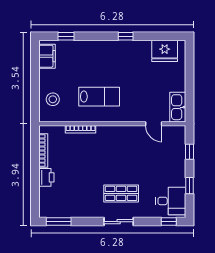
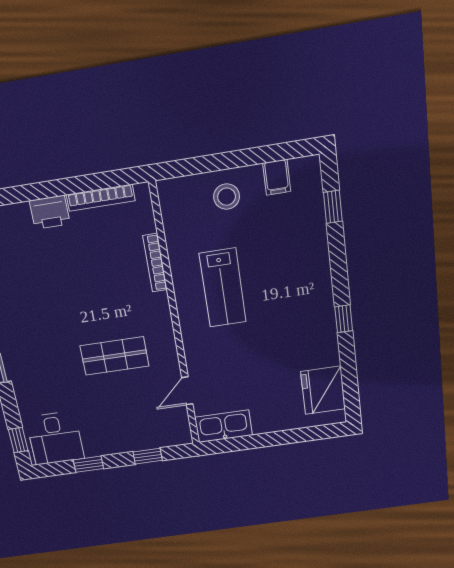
filing cabinet: (47, 56) -> (277, 177), width x0.50
stool: (53, 99) -> (227, 197), moved
shop shelf: (121, 193) -> (114, 356), moved, turned 90

